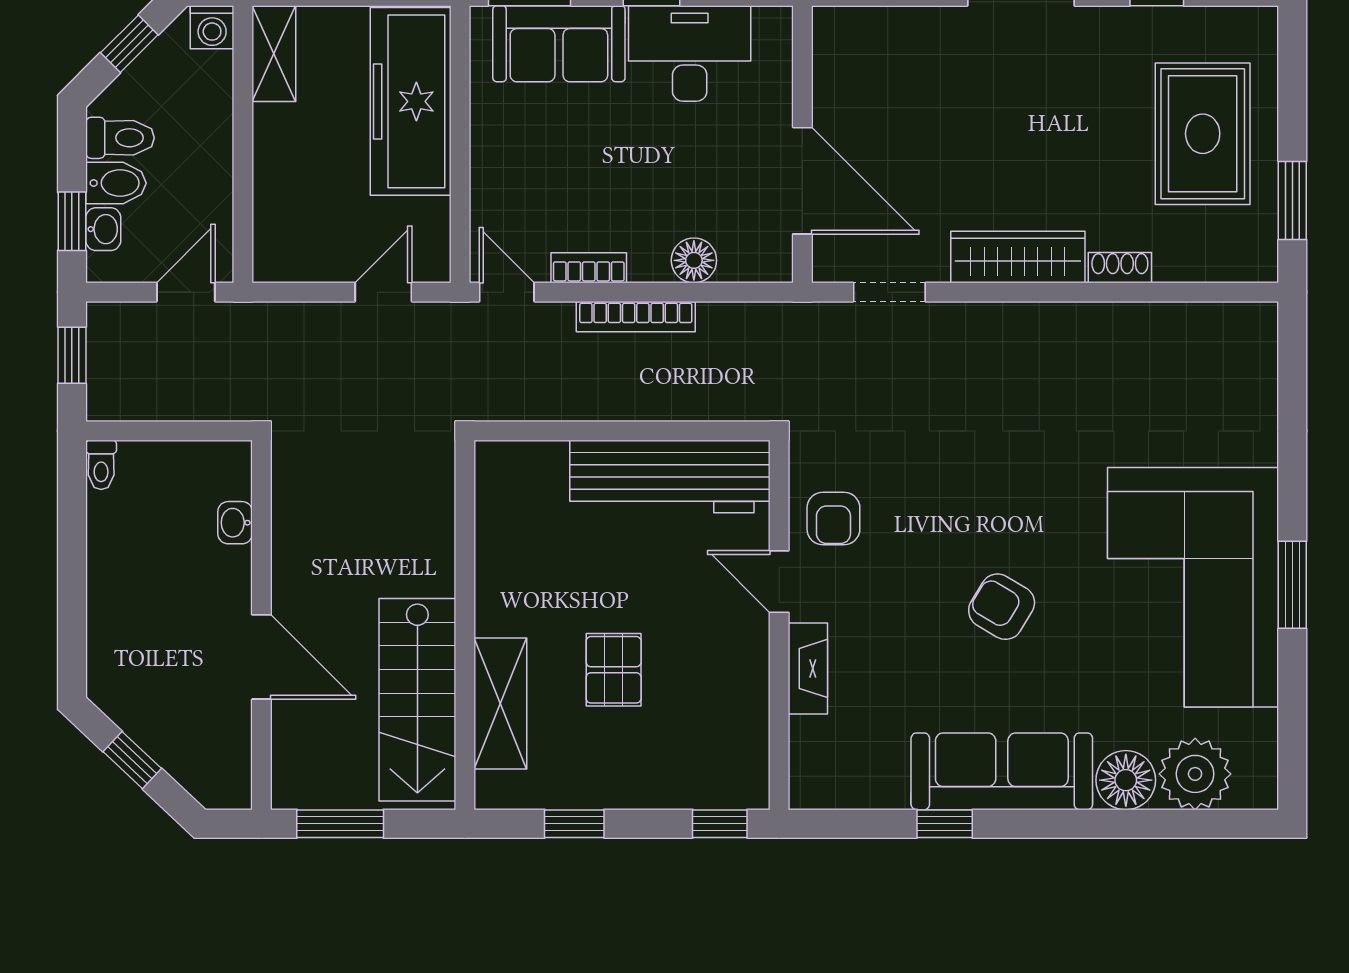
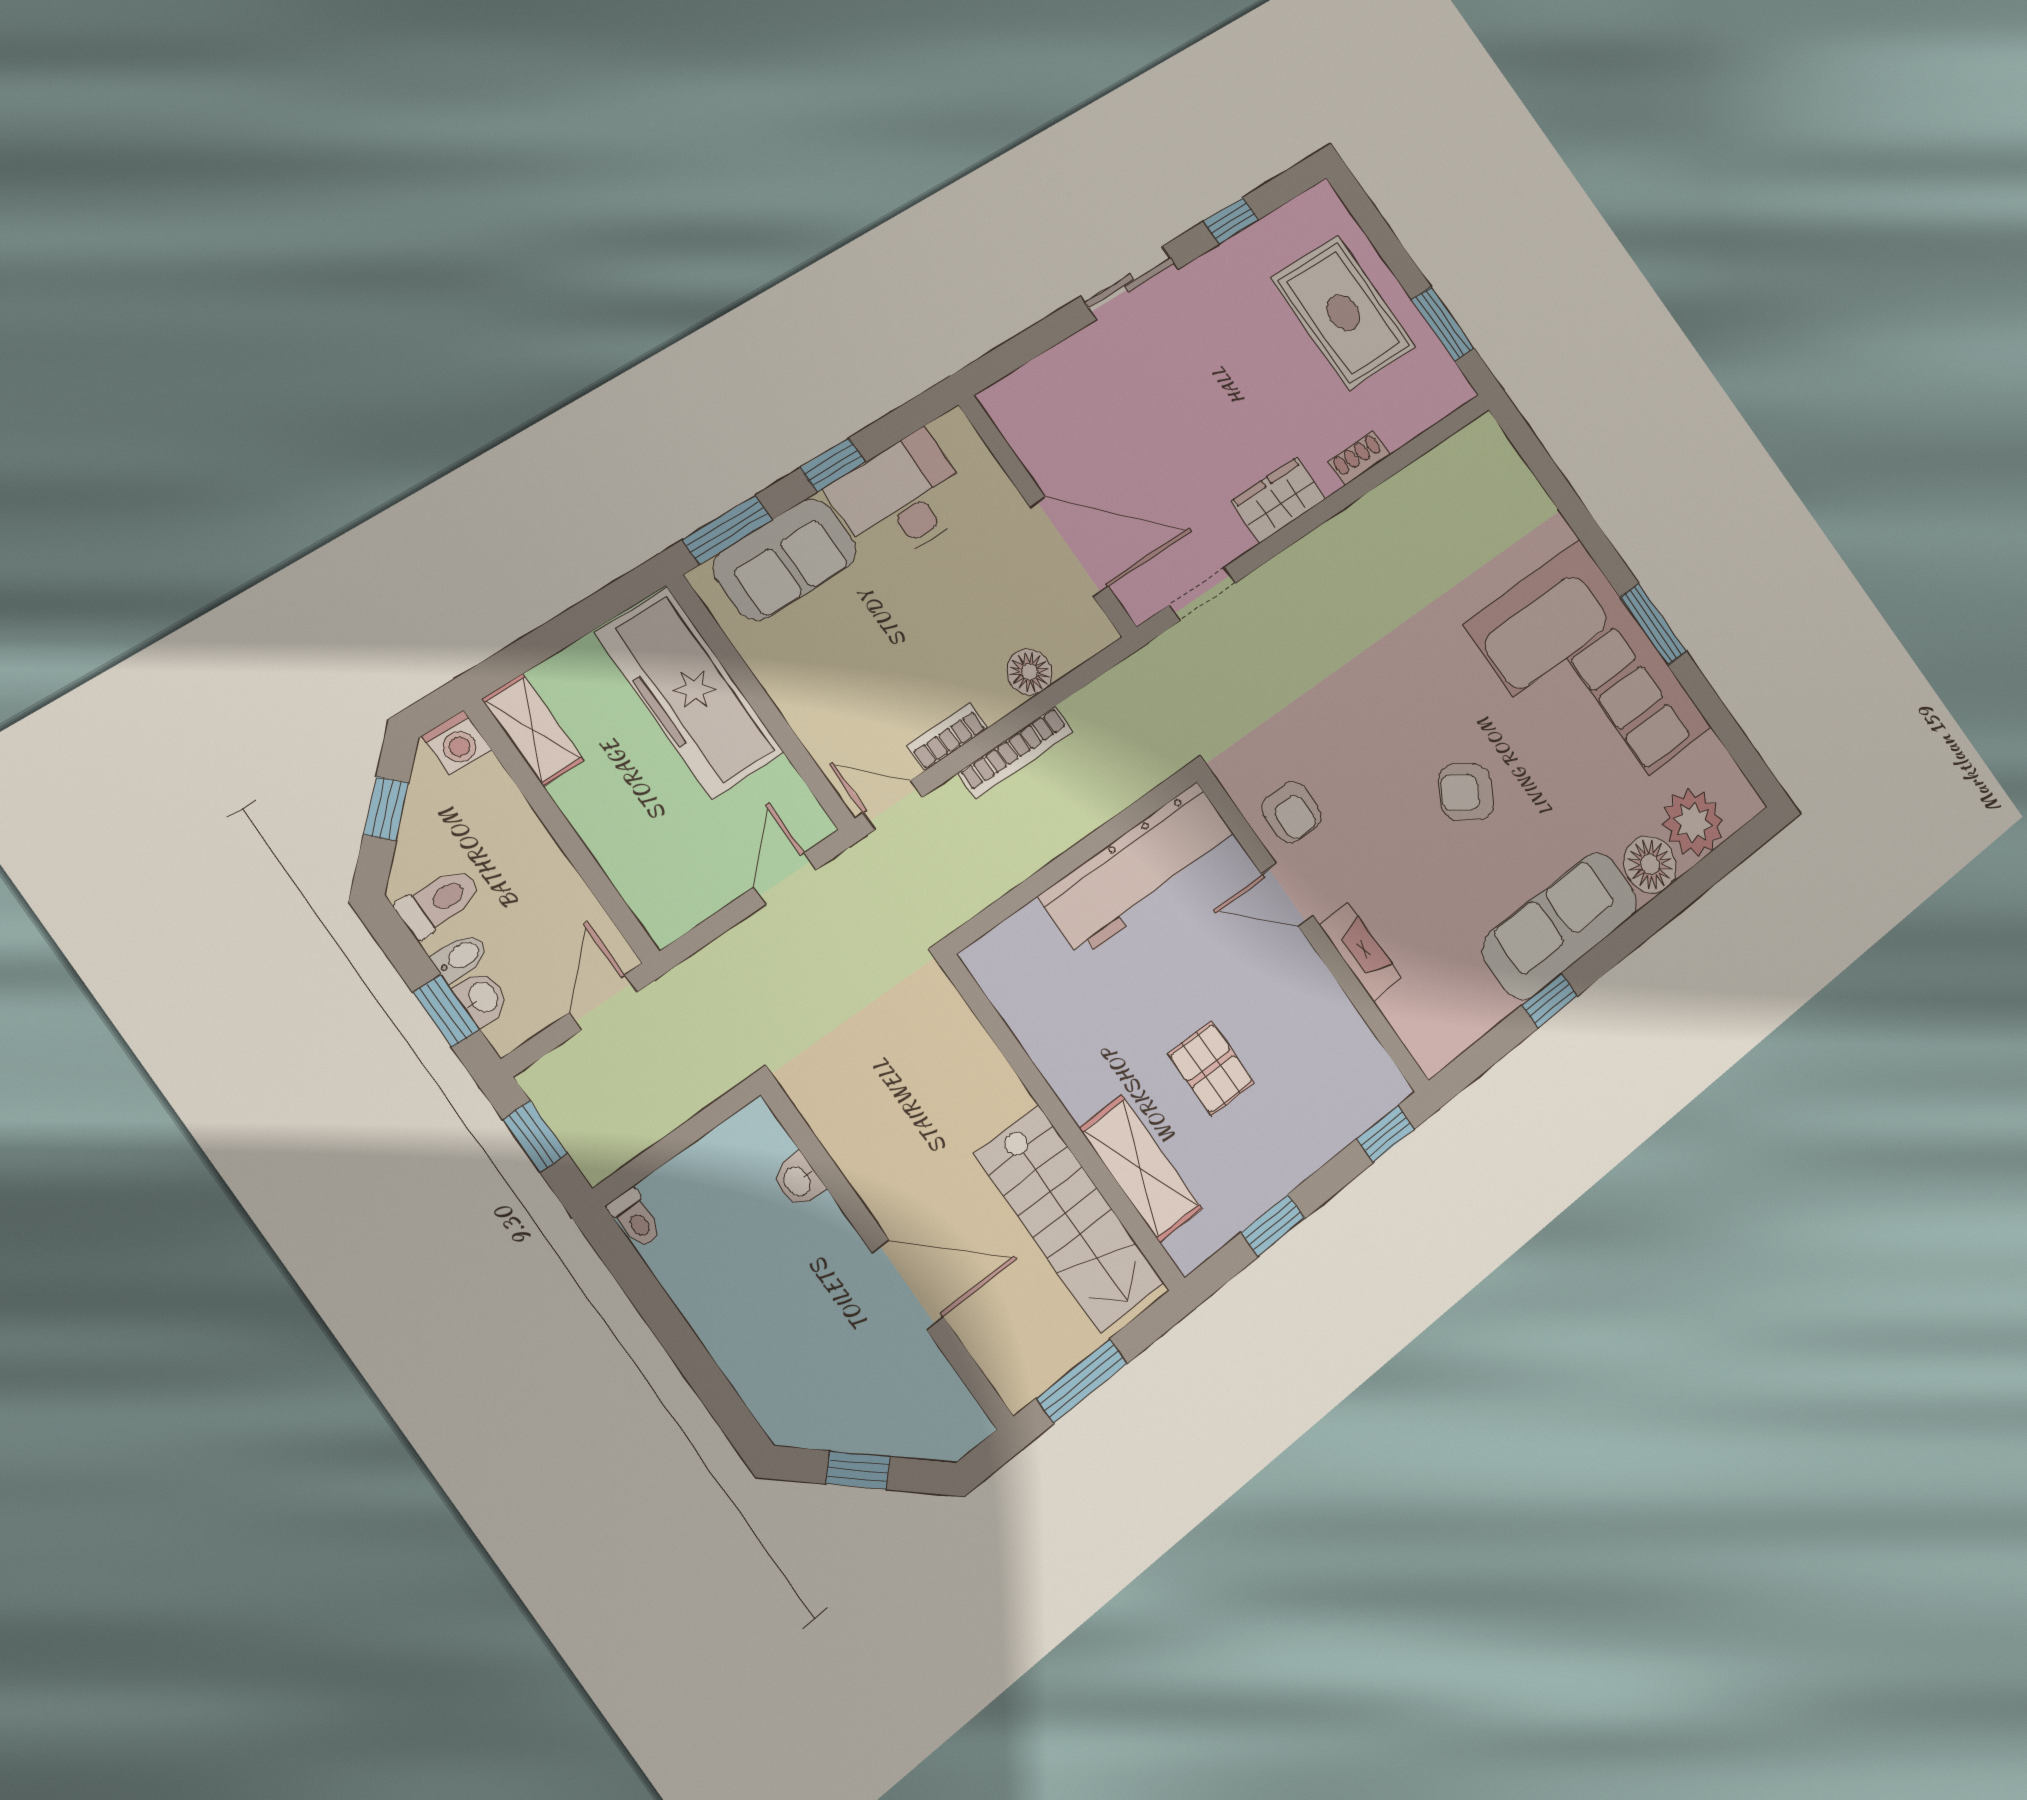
bidet: (116, 183) -> (460, 957), width x0.72, depth x0.74
wardrobe: (1018, 257) -> (1279, 500), width x0.67

